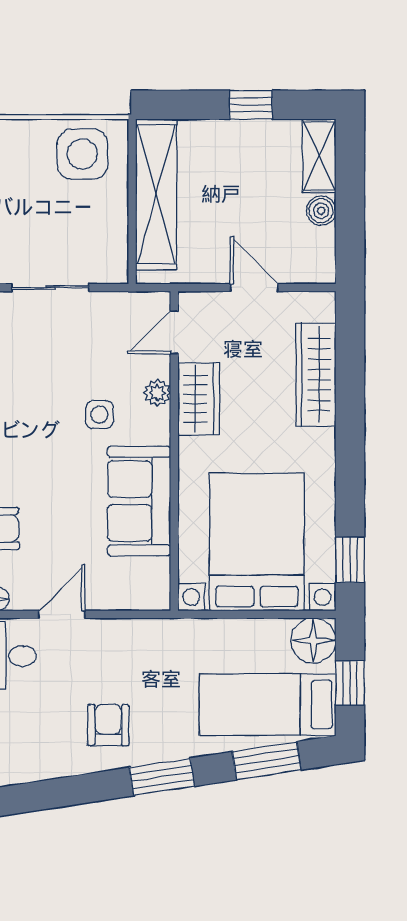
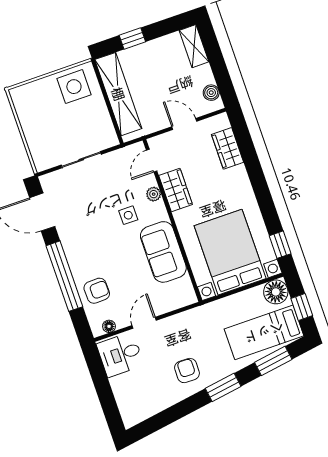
window: (251, 105) -> (132, 39), moved
boiler: (321, 211) -> (211, 93), moved
wardrobe: (316, 374) -> (228, 148), width x0.67

